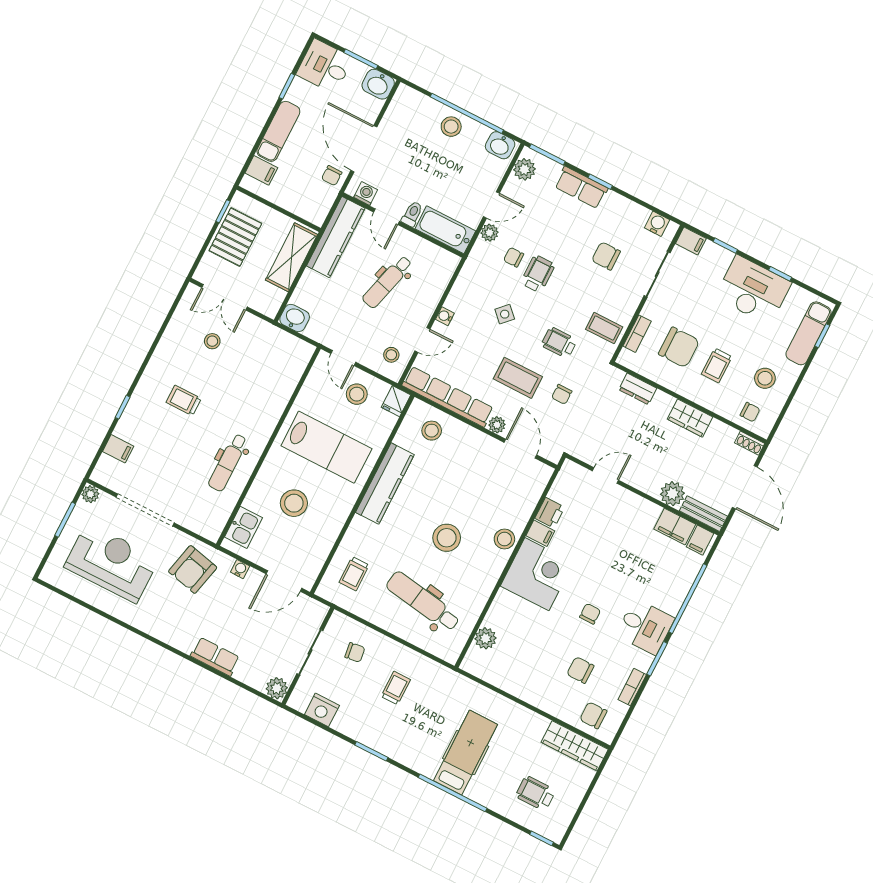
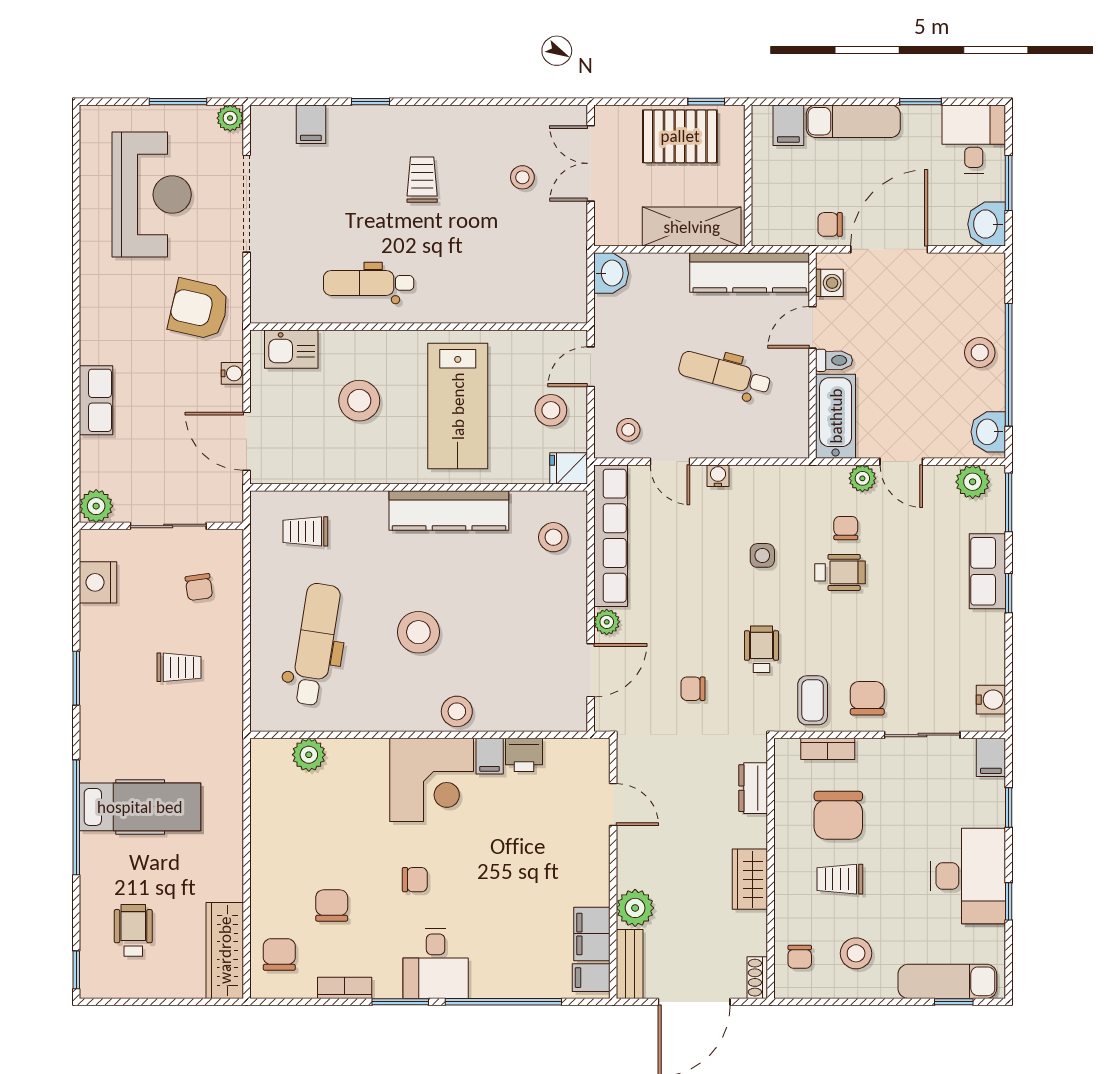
chair: (606, 256) -> (867, 698), moved
side table: (505, 314) -> (762, 555), turned 45
coffee table: (518, 378) -> (685, 618), removed

